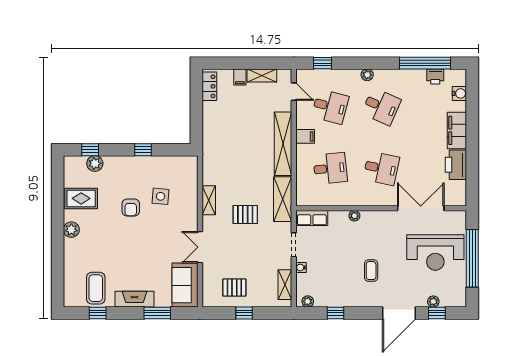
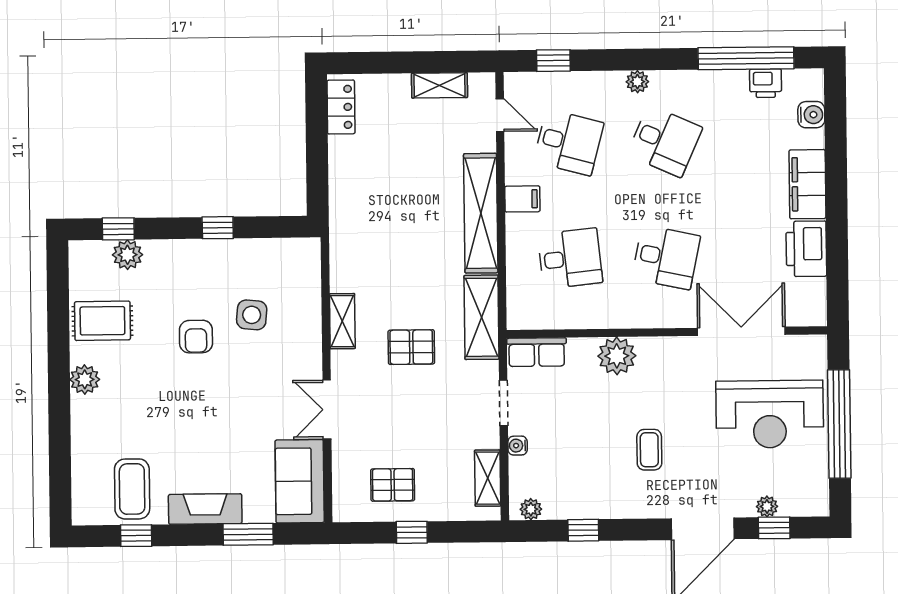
filing cabinet: (240, 77) -> (398, 89), removed
plant: (354, 216) -> (617, 356), width x1.88, depth x1.88

